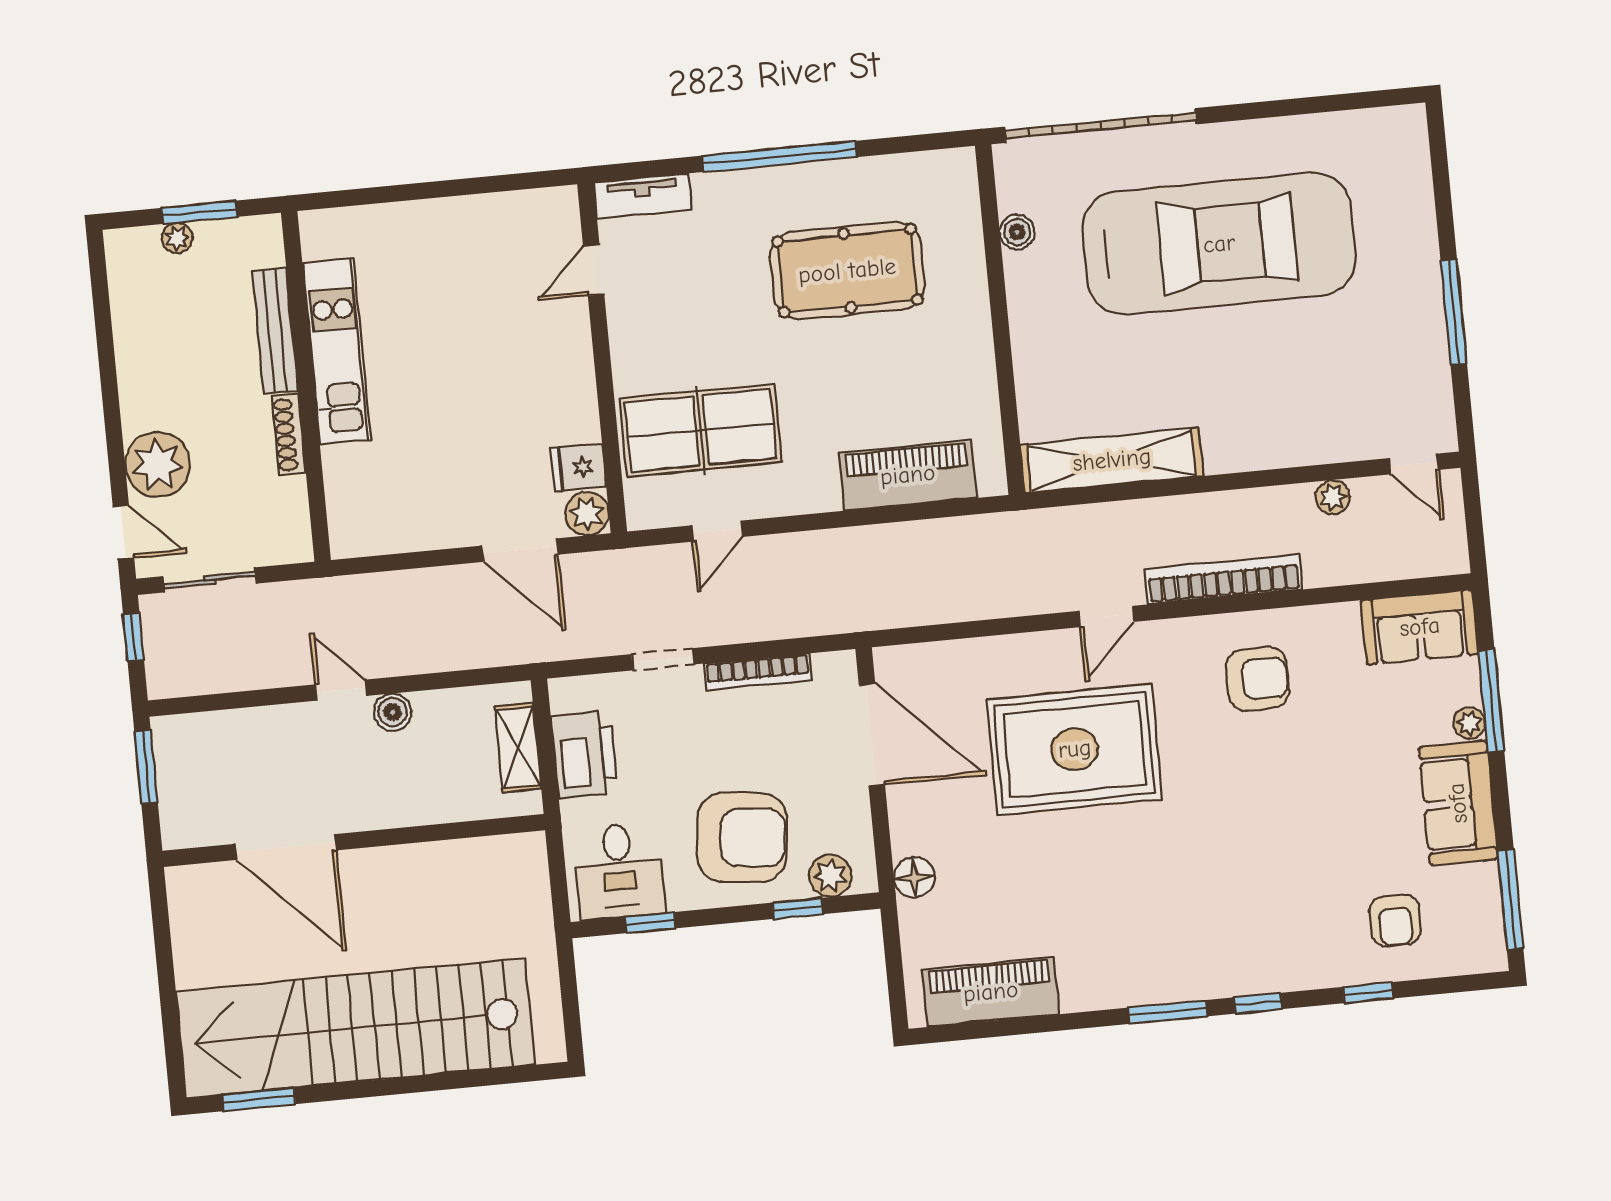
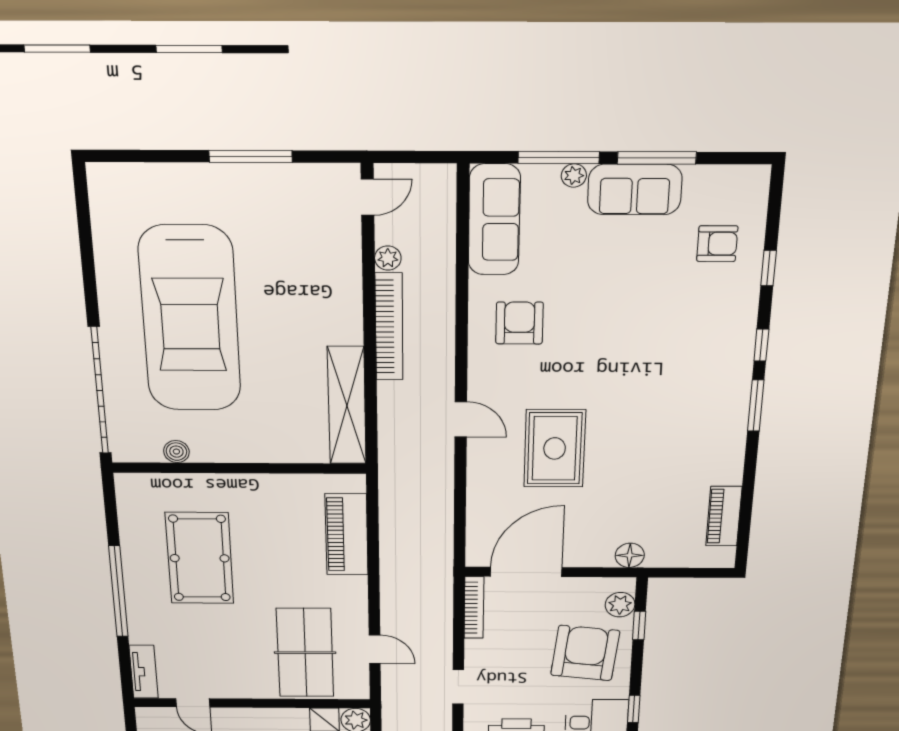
car: (1219, 244) -> (190, 319), turned 180
bookcase: (1224, 579) -> (389, 327), moved, turned 180
sofa: (1420, 627) -> (494, 220), width x1.36
bookcase: (758, 672) -> (474, 608), moved
rug: (1075, 749) -> (555, 448), width x0.73, depth x0.69
window: (1510, 899) -> (657, 158), moved
piano: (991, 992) -> (724, 516), width x0.73, depth x0.75

